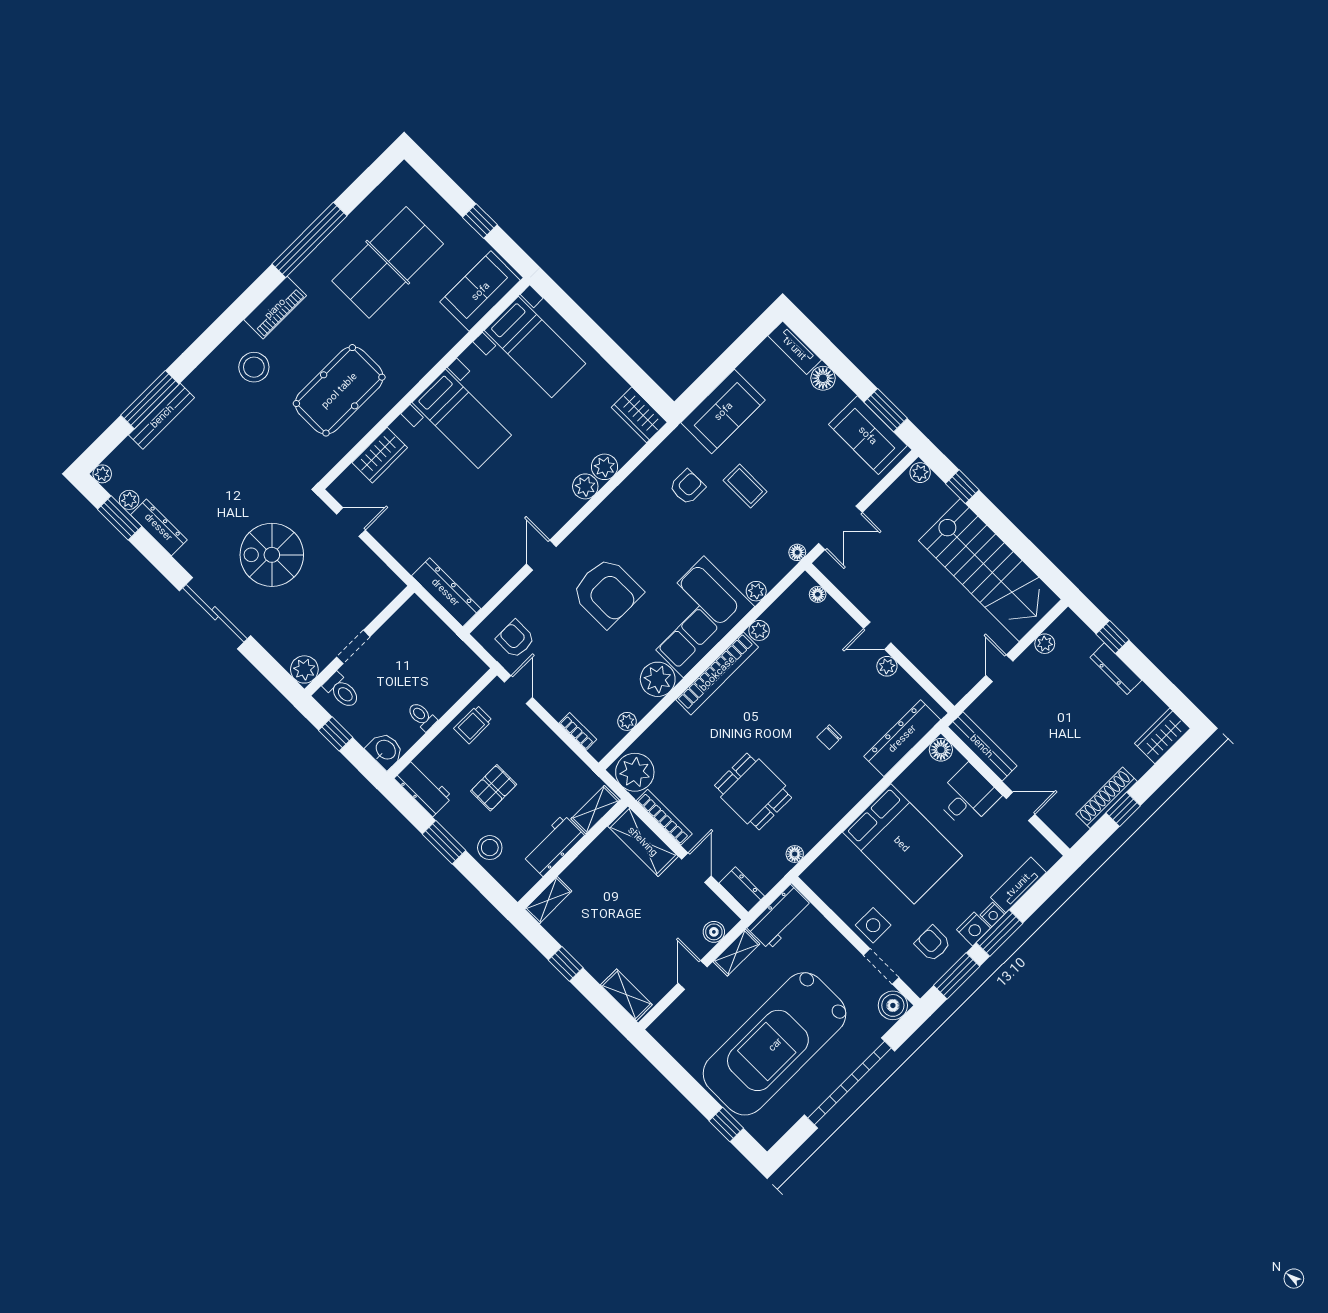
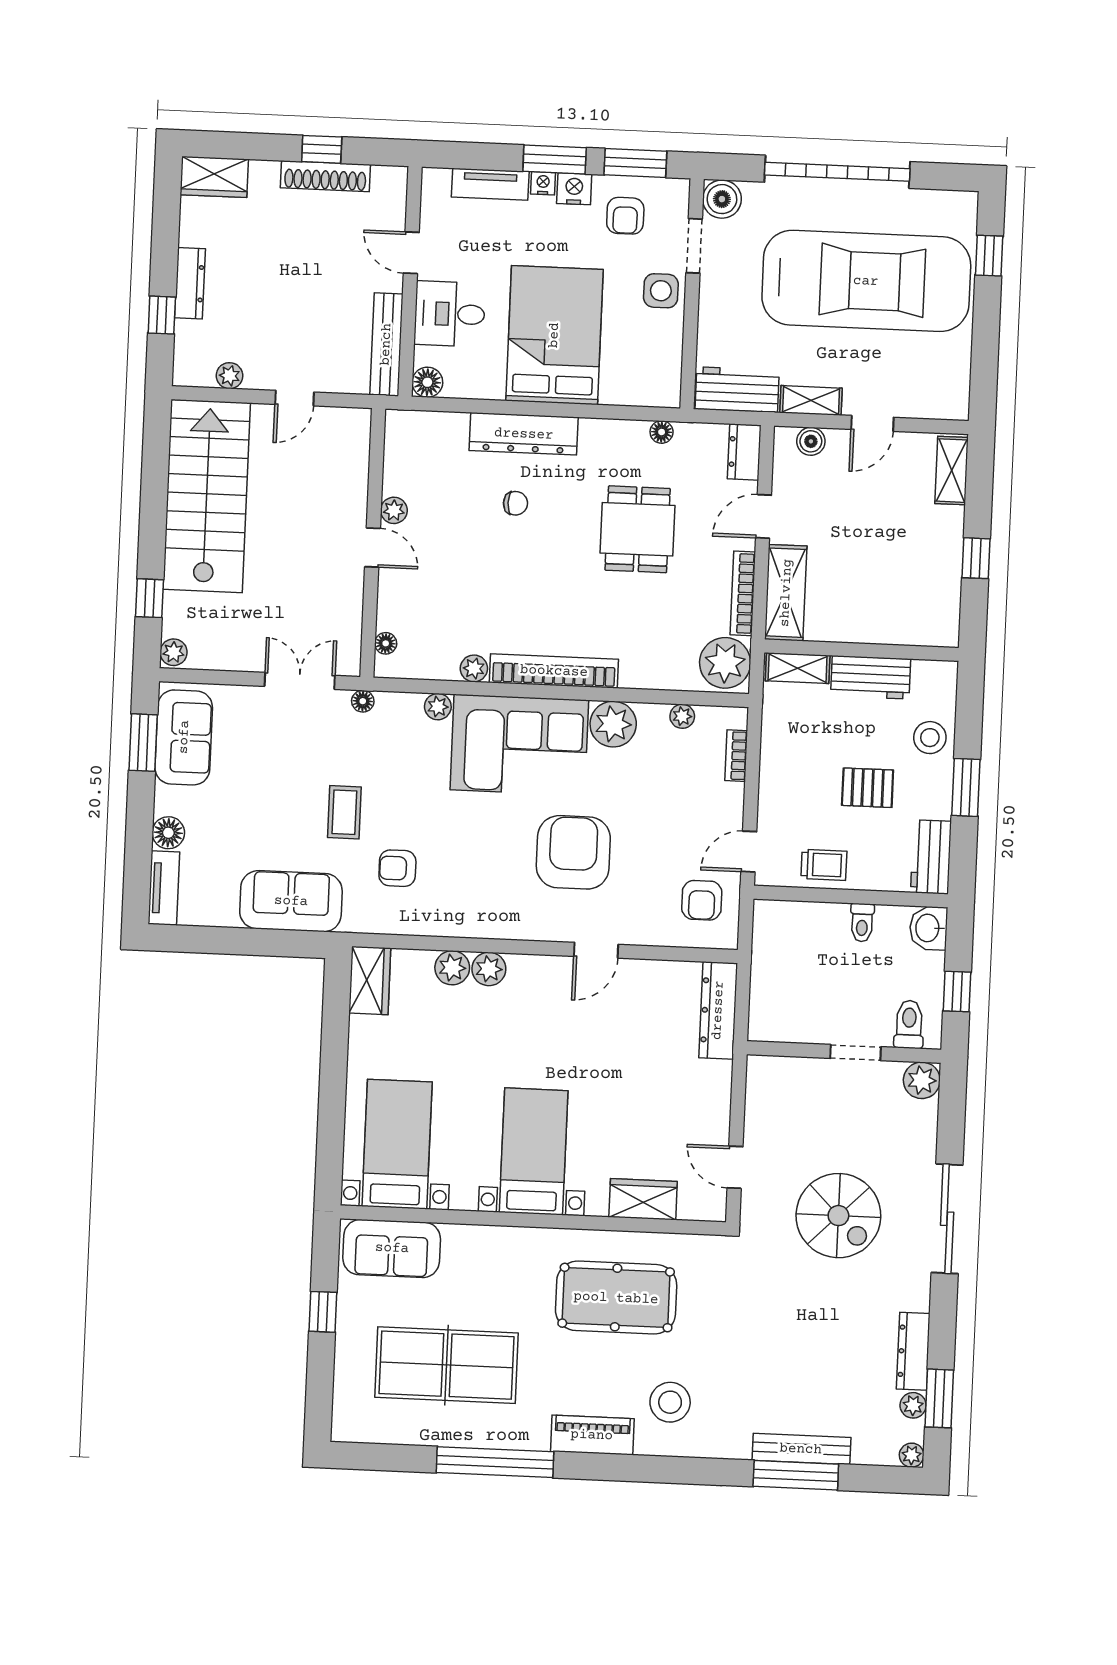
dresser: (902, 738) -> (524, 434), moved
shelving: (548, 900) -> (929, 633), removed

